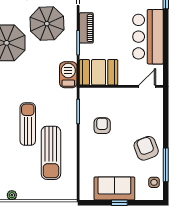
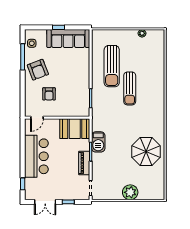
parasol: (47, 24) -> (115, 166), removed
barbecue: (68, 75) -> (98, 142), moved
armchair: (102, 126) -> (49, 94), moved
sun lounger: (51, 153) -> (112, 66), turned 180
sofa: (114, 188) -> (68, 39), width x1.36

